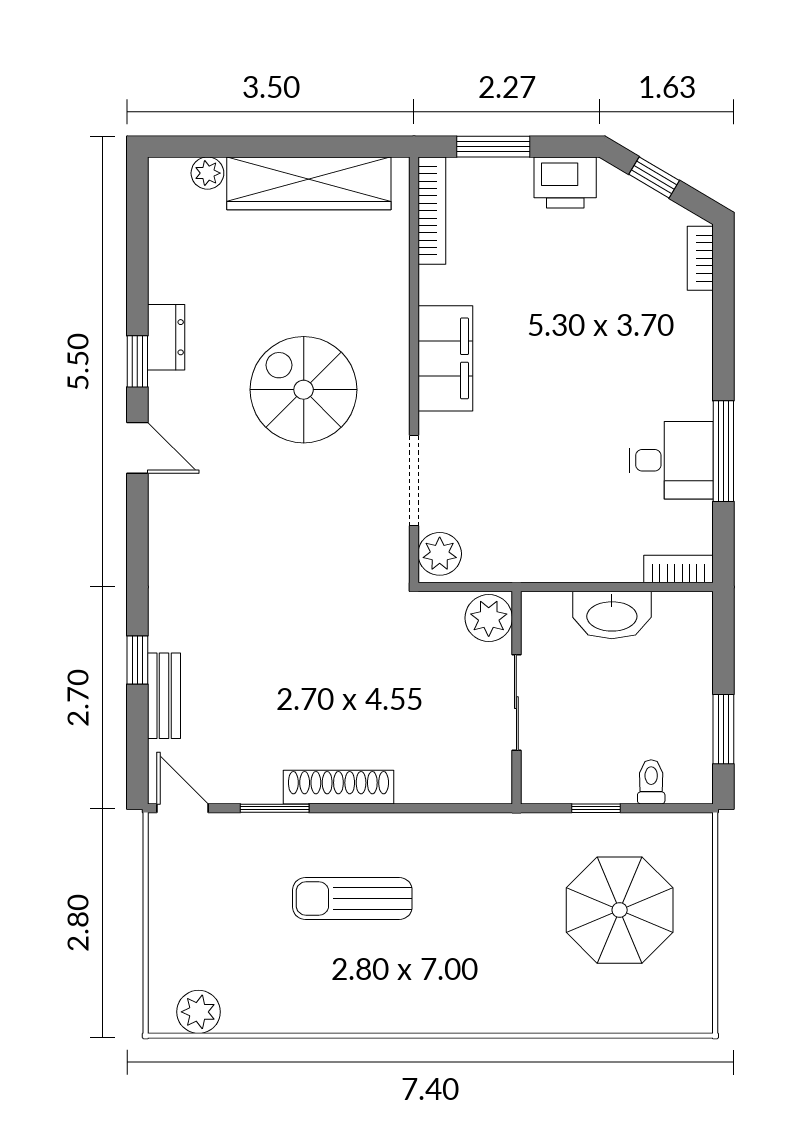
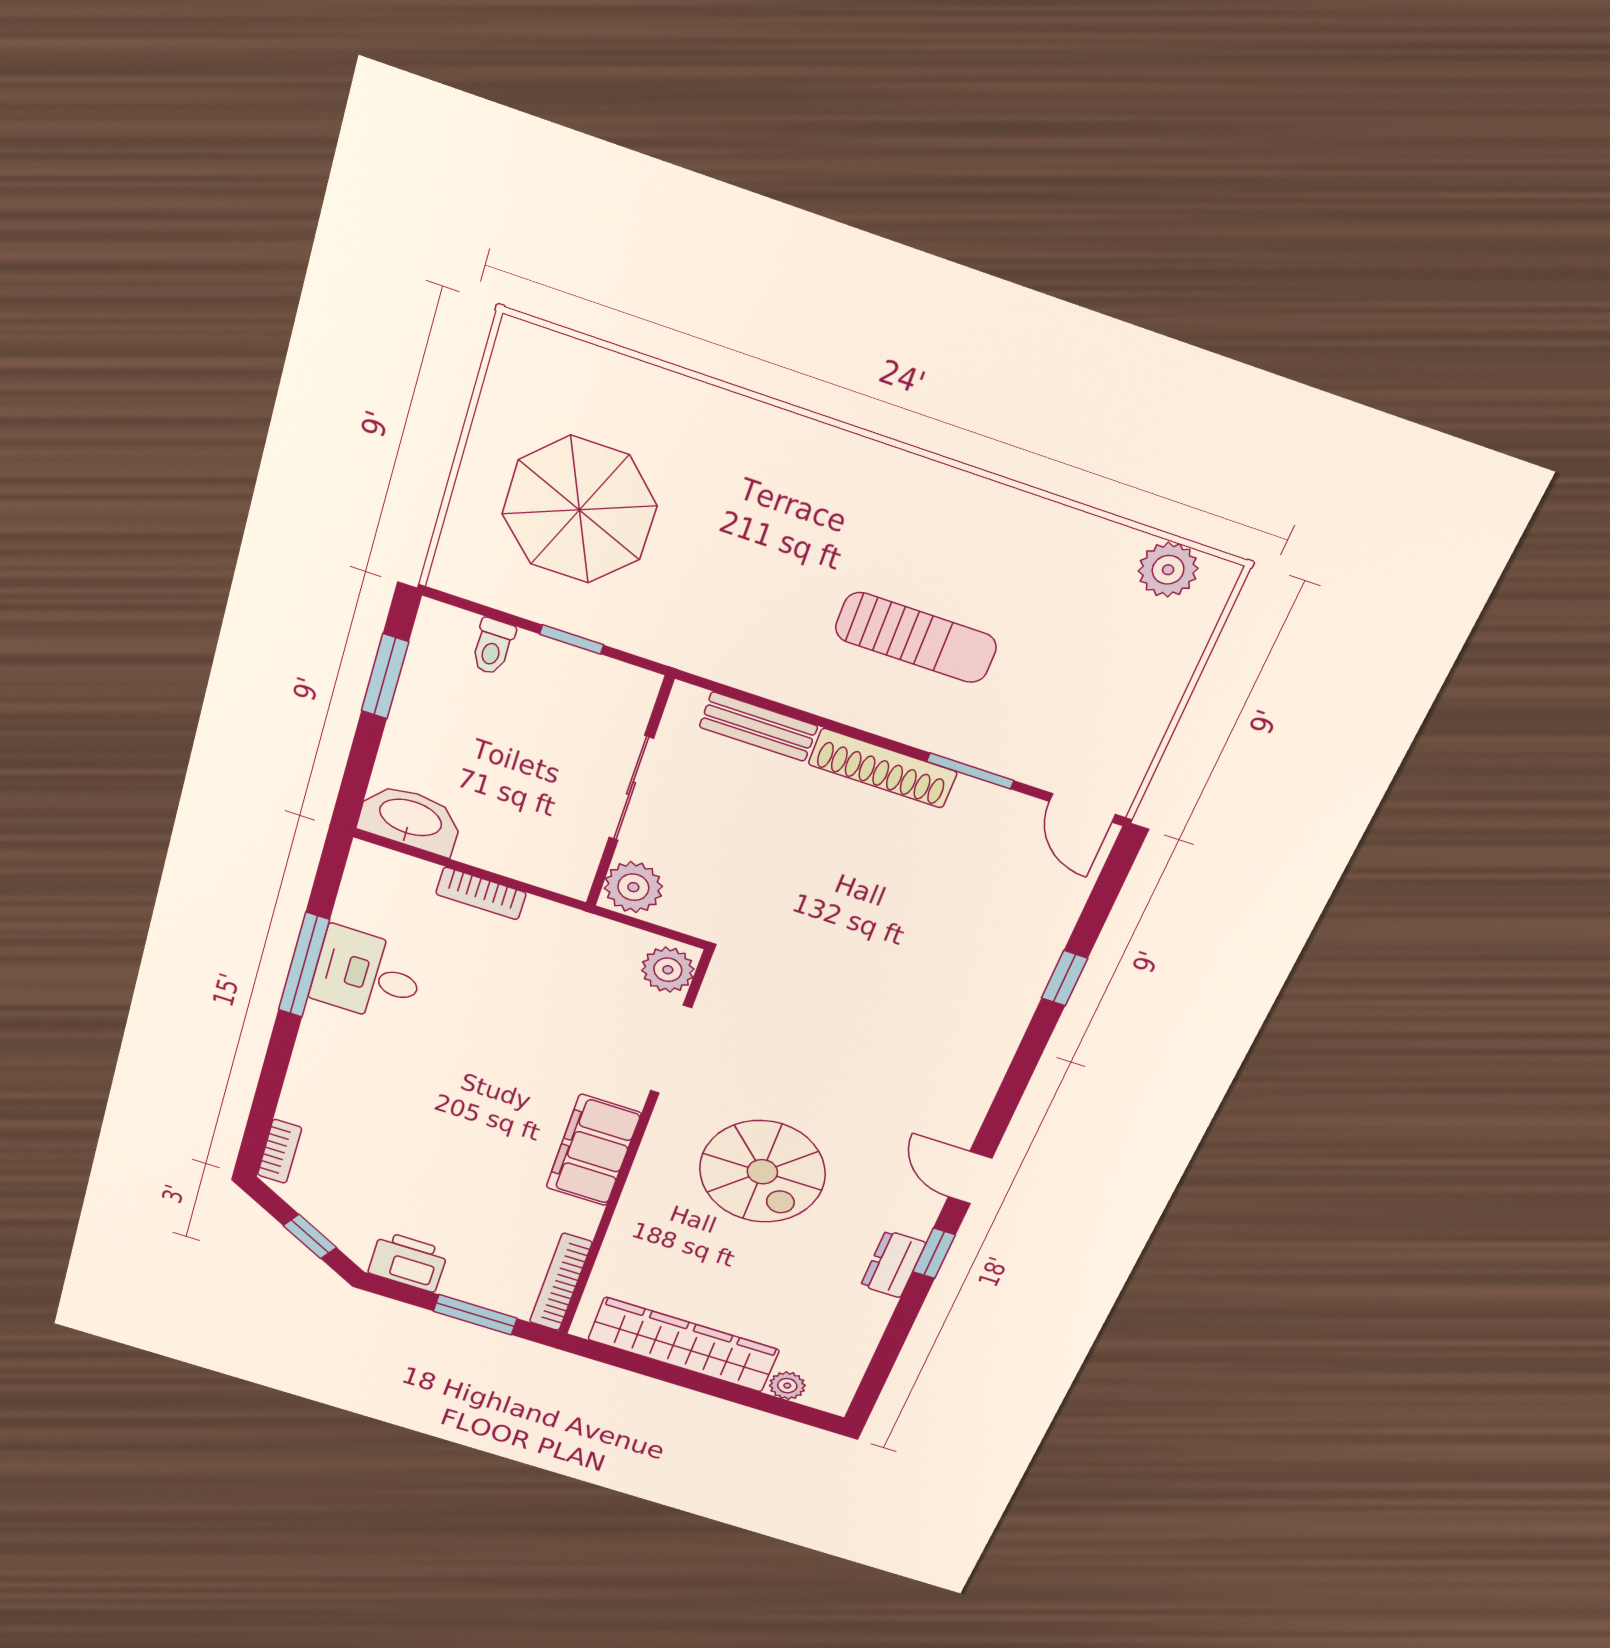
bookcase: (678, 569) -> (481, 893), moved
washbasin: (612, 615) -> (410, 819), moved
bench: (164, 696) -> (758, 727), moved, turned 90

